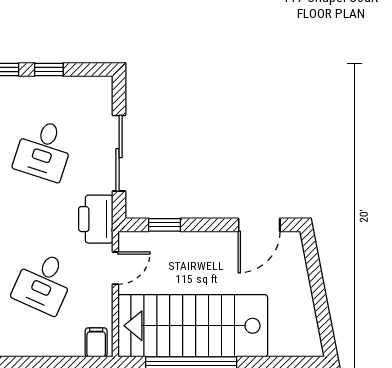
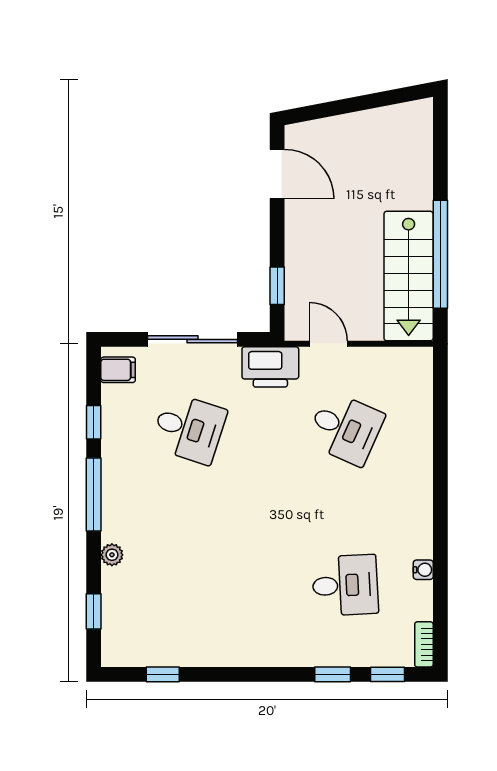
stairs: (193, 326) -> (409, 276), width x0.73, depth x0.66
filing cabinet: (96, 342) -> (118, 370), moved, turned 180

